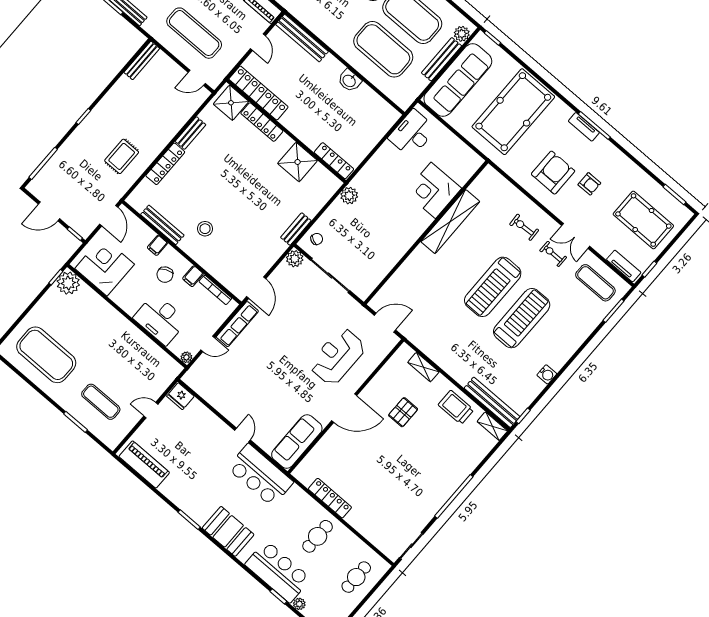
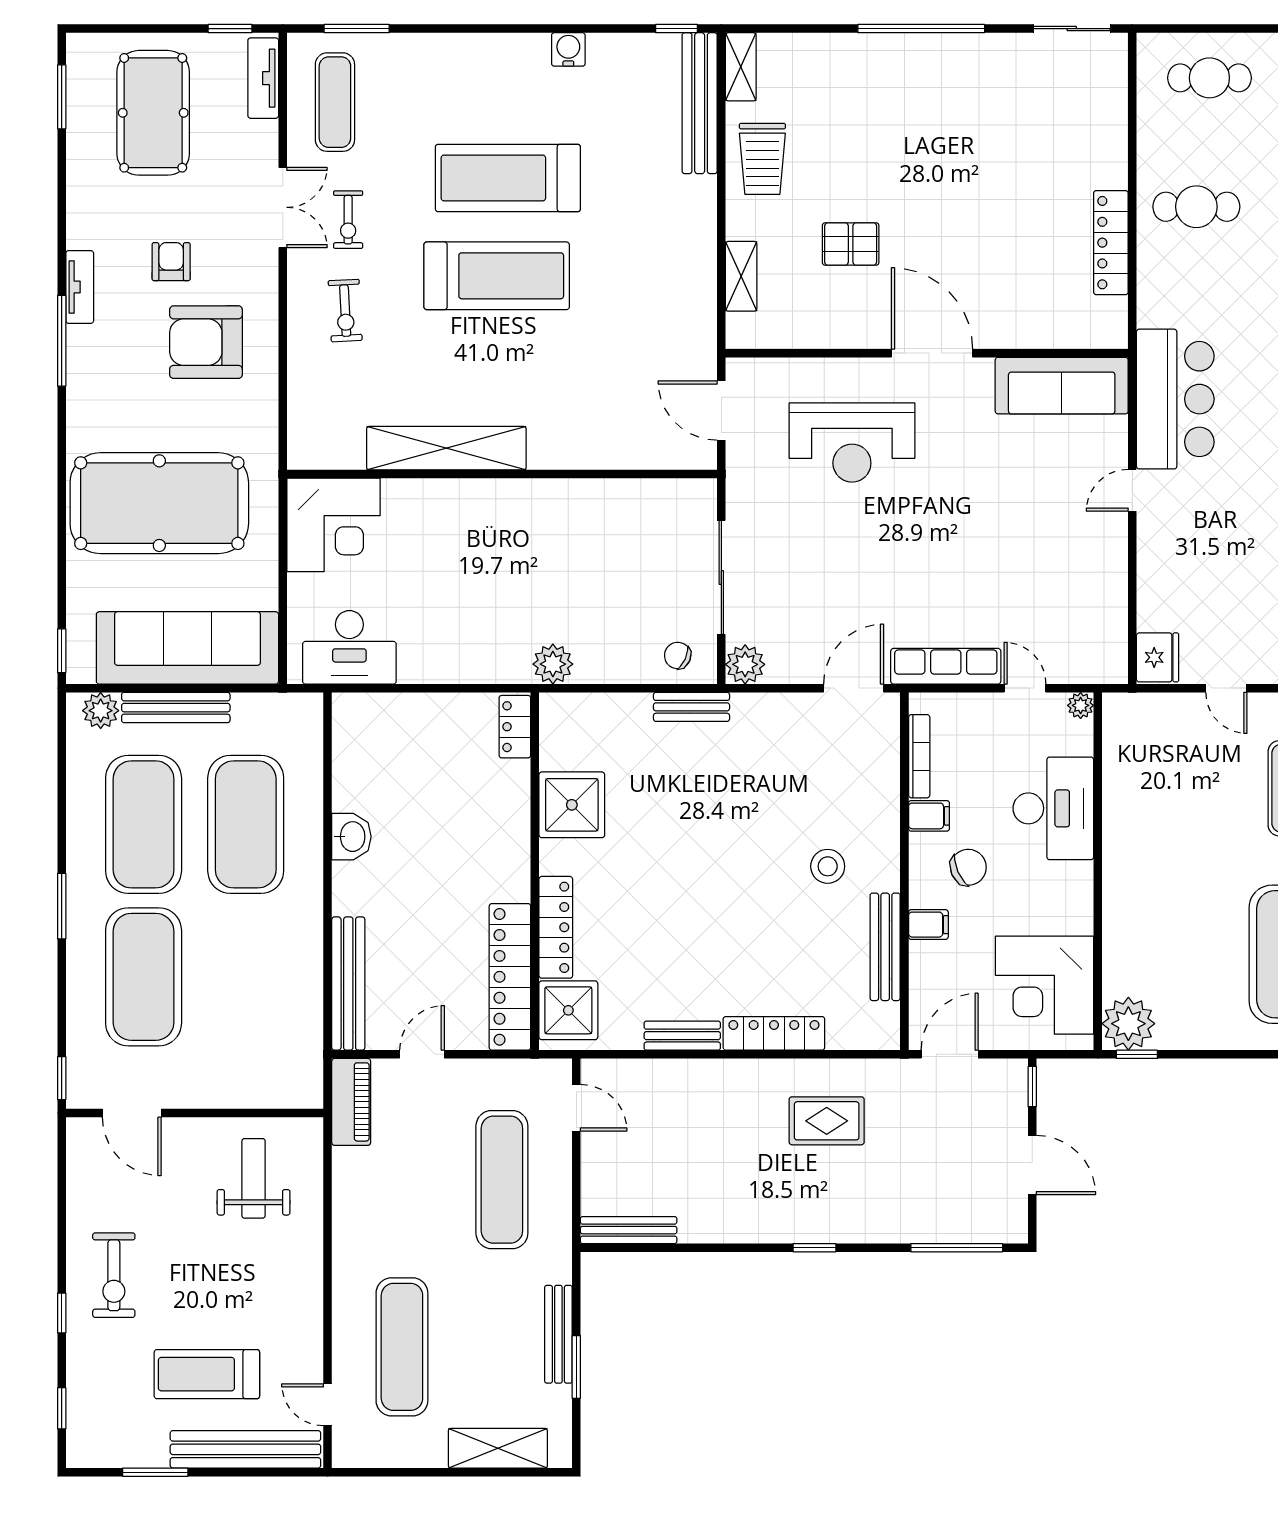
tv unit: (584, 127) -> (80, 287), moved
locker: (334, 161) -> (515, 727), width x0.66
corner desk: (433, 190) -> (334, 525), moved

